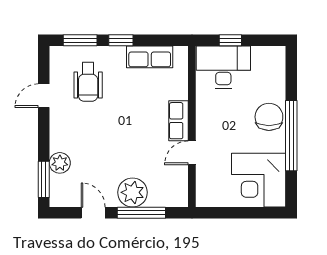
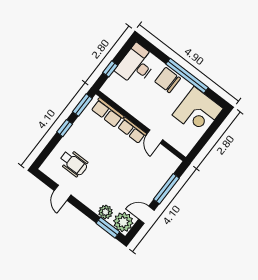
window: (80, 40) -> (82, 105), moved
row of seats: (150, 57) -> (107, 113), moved, turned 90
desk: (223, 67) -> (136, 65), moved
plant: (132, 192) -> (123, 222), moved

